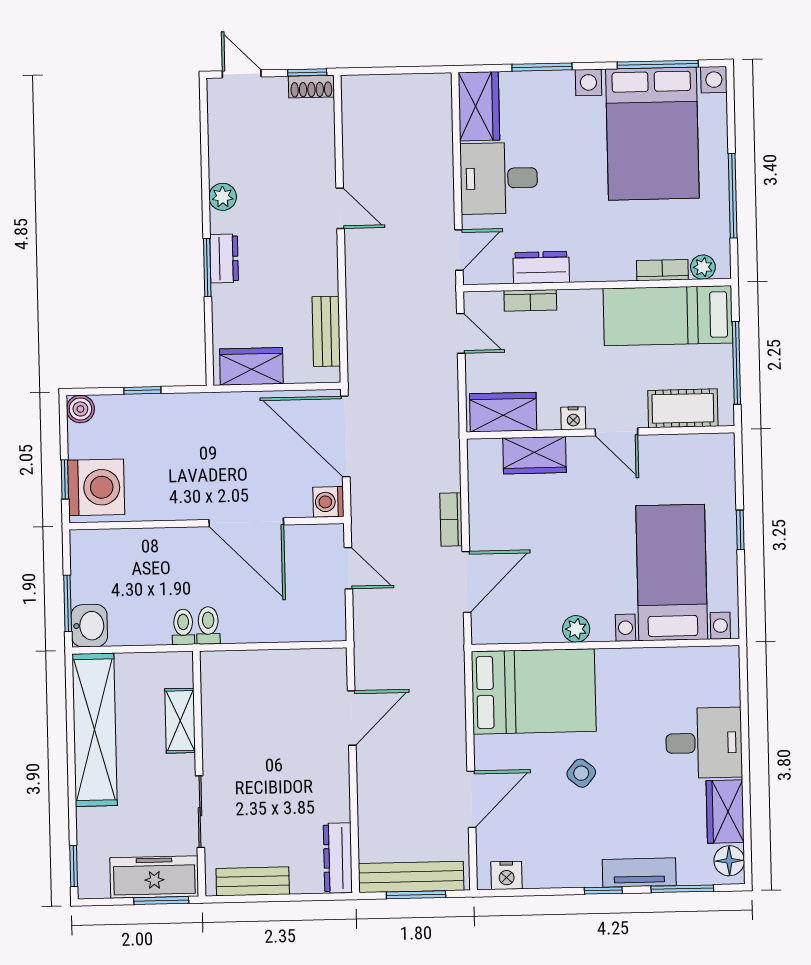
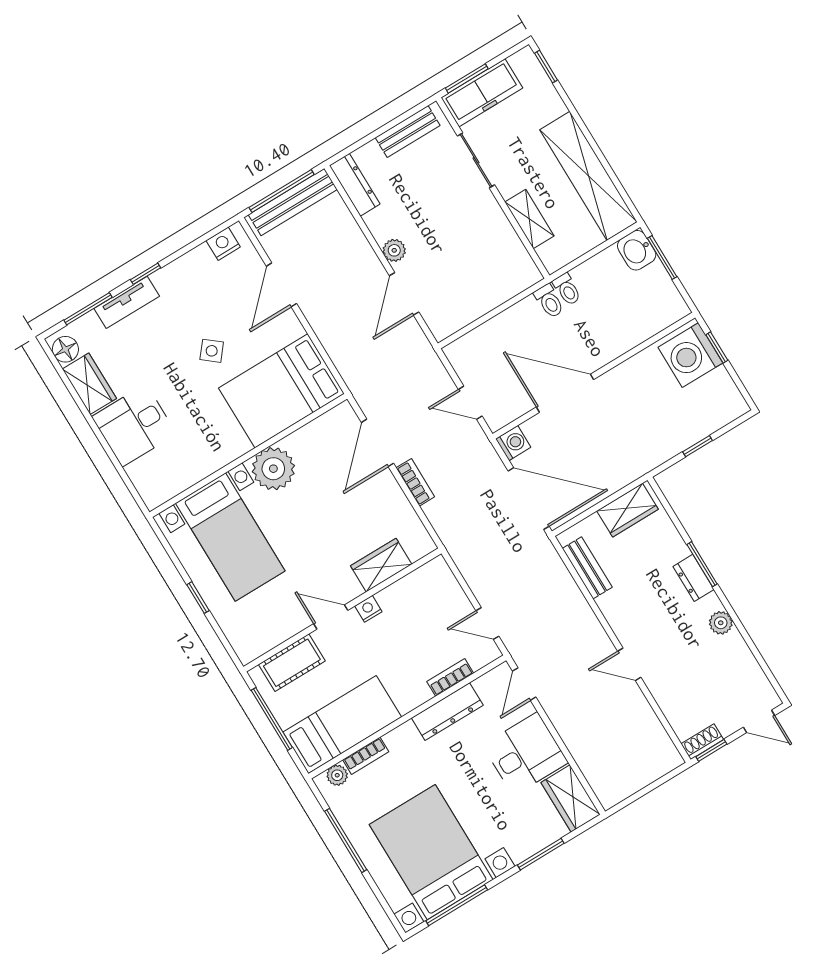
dresser: (541, 267) -> (447, 712), width x1.44
boiler: (80, 409) -> (735, 406), removed
wardrobe: (503, 412) -> (423, 584), removed
plant: (576, 629) -> (273, 469), width x1.87, depth x1.87
plant: (336, 768) -> (394, 250), added
window: (416, 895) -> (282, 191), width x1.44

